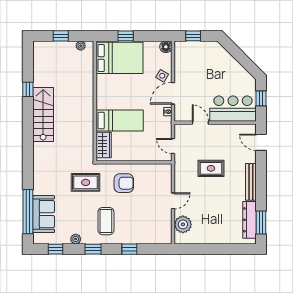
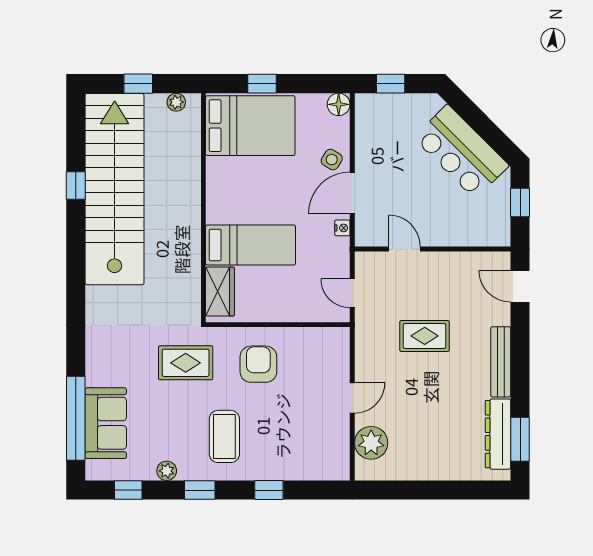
bar counter: (233, 109) -> (461, 152), moved, turned -135
stairs: (43, 114) -> (115, 189), width x1.86, depth x1.51
armchair: (124, 183) -> (258, 364), turned -90

